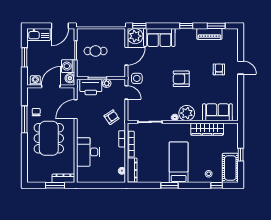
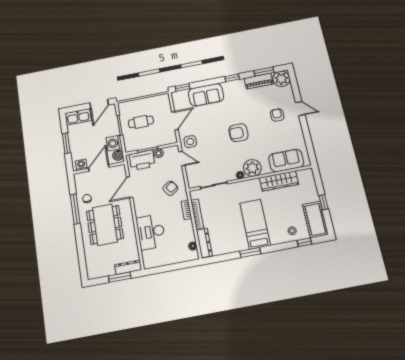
plant: (135, 36) -> (281, 79), moved

